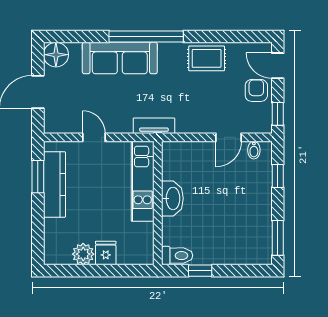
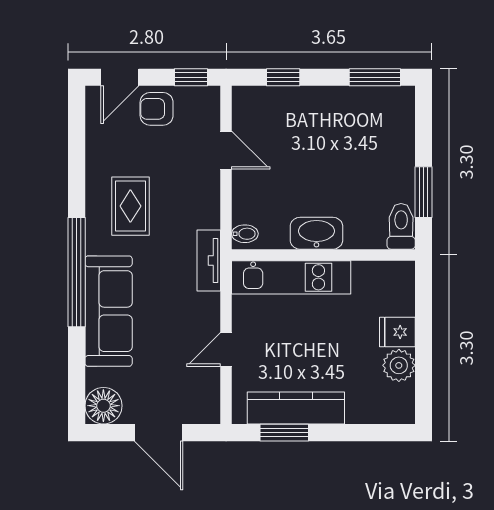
rug: (207, 58) -> (130, 206), moved
bidet: (254, 150) -> (245, 234), moved
window: (200, 271) -> (424, 192), width x1.50

